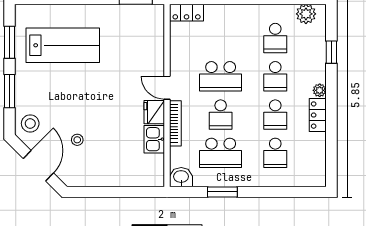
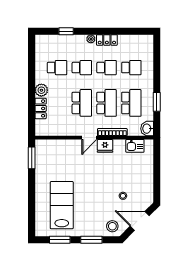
locker: (187, 13) -> (41, 108), moved
plant: (306, 14) -> (41, 90), moved
school desk: (221, 115) -> (107, 103), width x1.85
kitchen sink: (154, 139) -> (135, 146), moved

